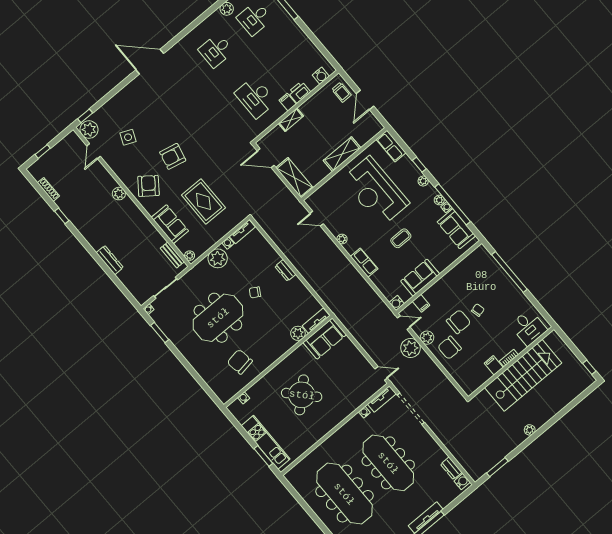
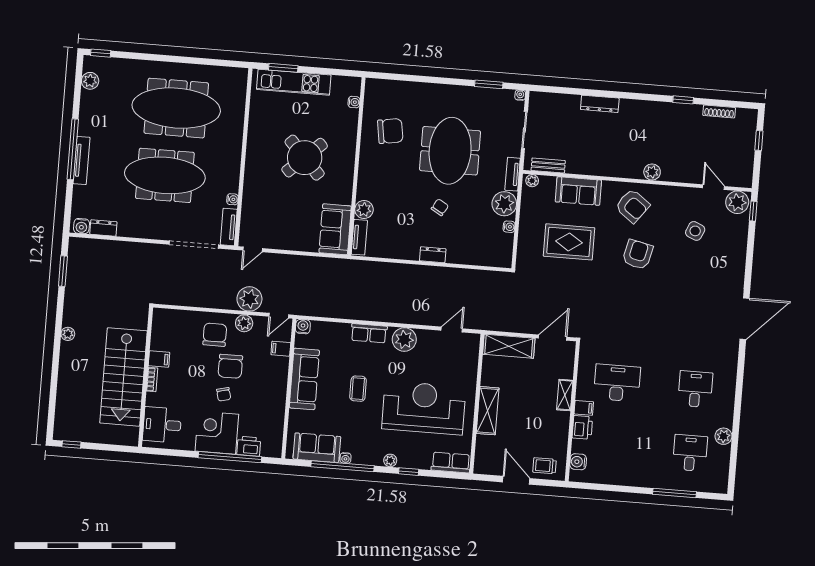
plant: (439, 200) -> (358, 458), removed
tv unit: (242, 232) -> (513, 174), moved
plant: (342, 239) -> (404, 340), width x1.88, depth x1.88
printer: (493, 268) -> (249, 446), added
sofa: (420, 278) -> (304, 379), width x1.36
corner desk: (503, 293) -> (217, 433), added

